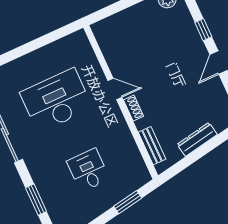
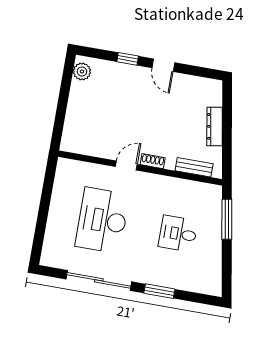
window: (36, 200) -> (159, 291), moved
window: (128, 202) -> (227, 219), width x1.44

